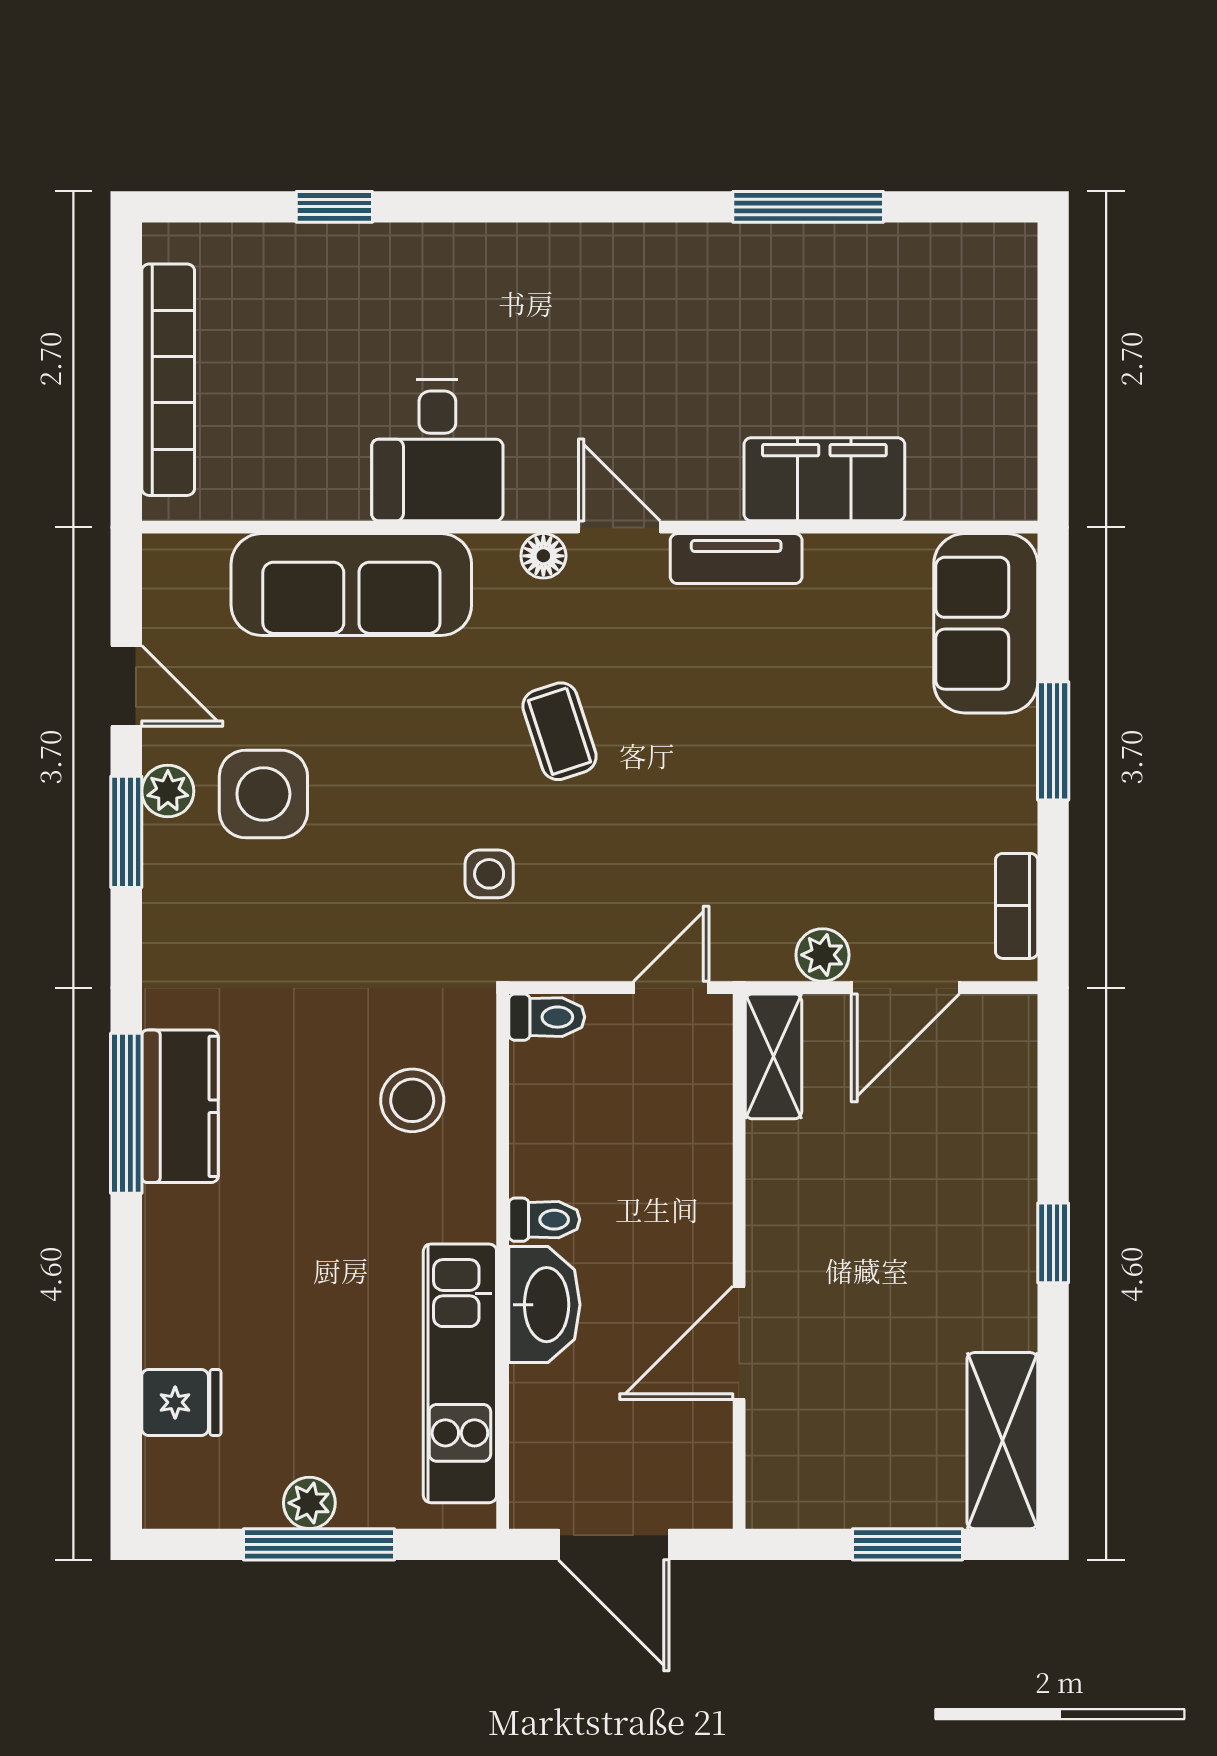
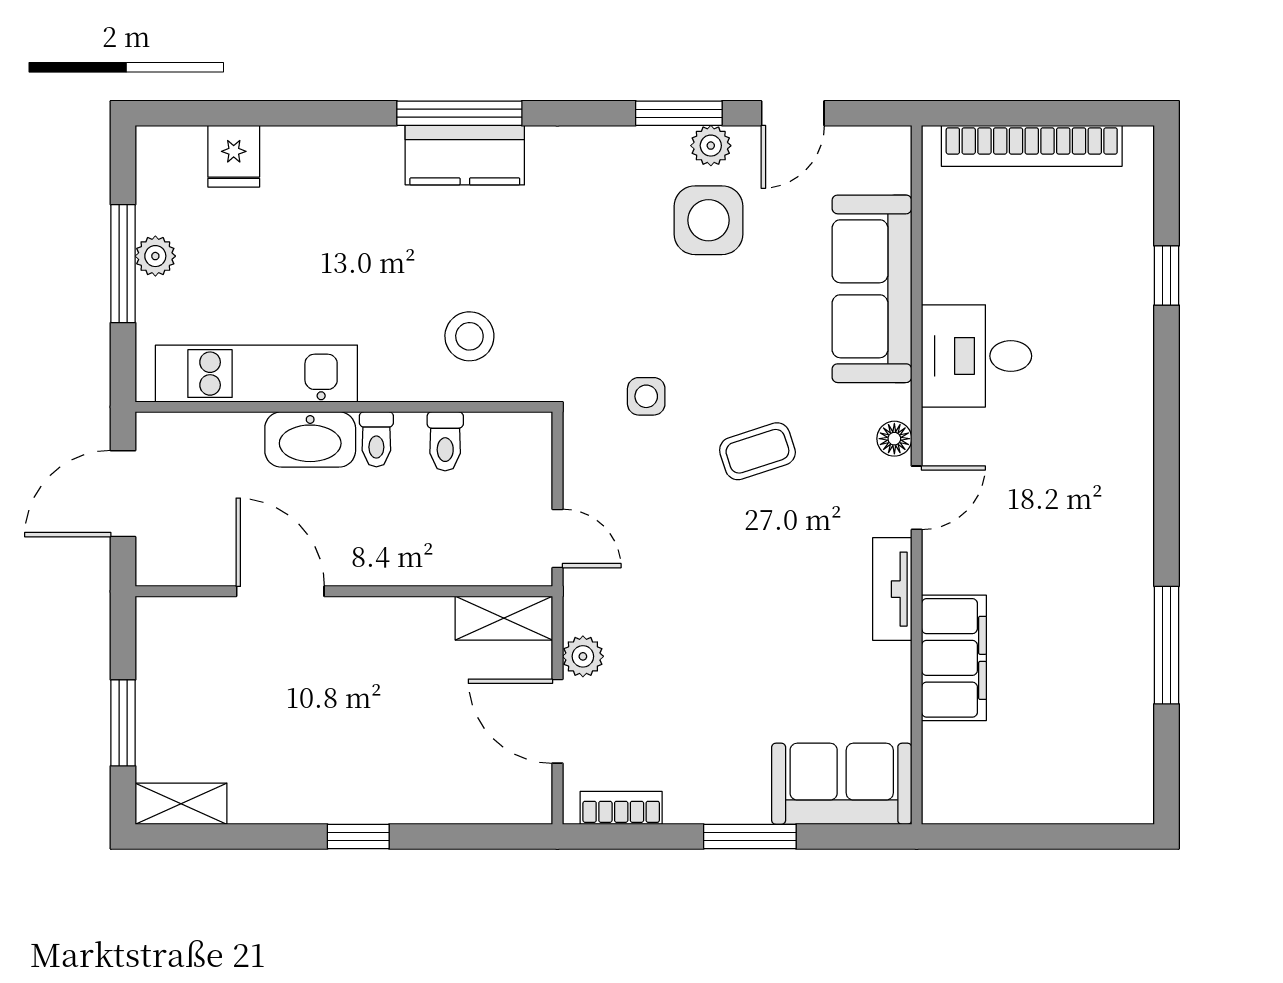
toilet: (547, 1017) -> (445, 441), moved
shelving: (1002, 1441) -> (181, 804), width x0.67, depth x0.75

